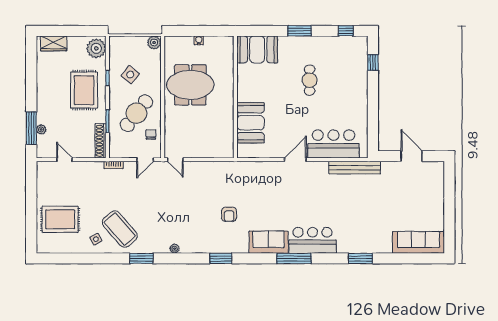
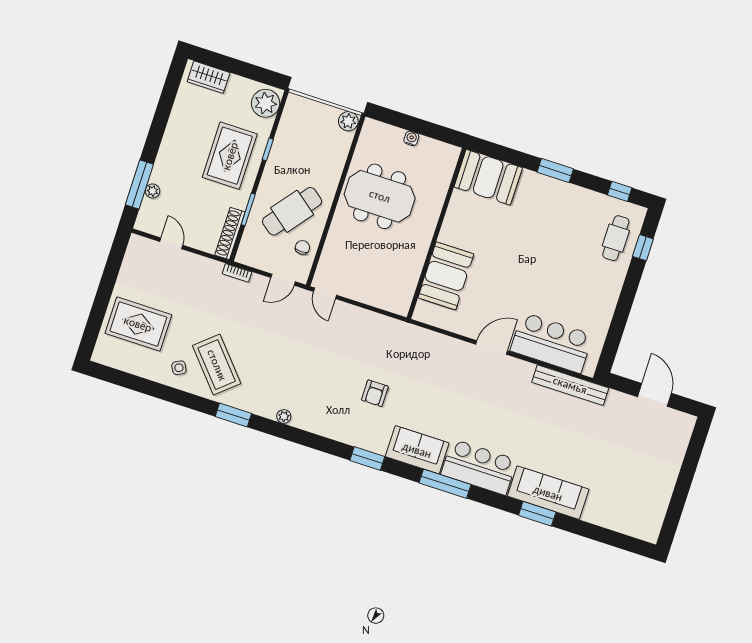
side table: (130, 75) -> (301, 155), removed
cafe table: (310, 80) -> (616, 238), moved
sofa: (418, 242) -> (548, 493), moved
window: (221, 258) -> (367, 459), moved

